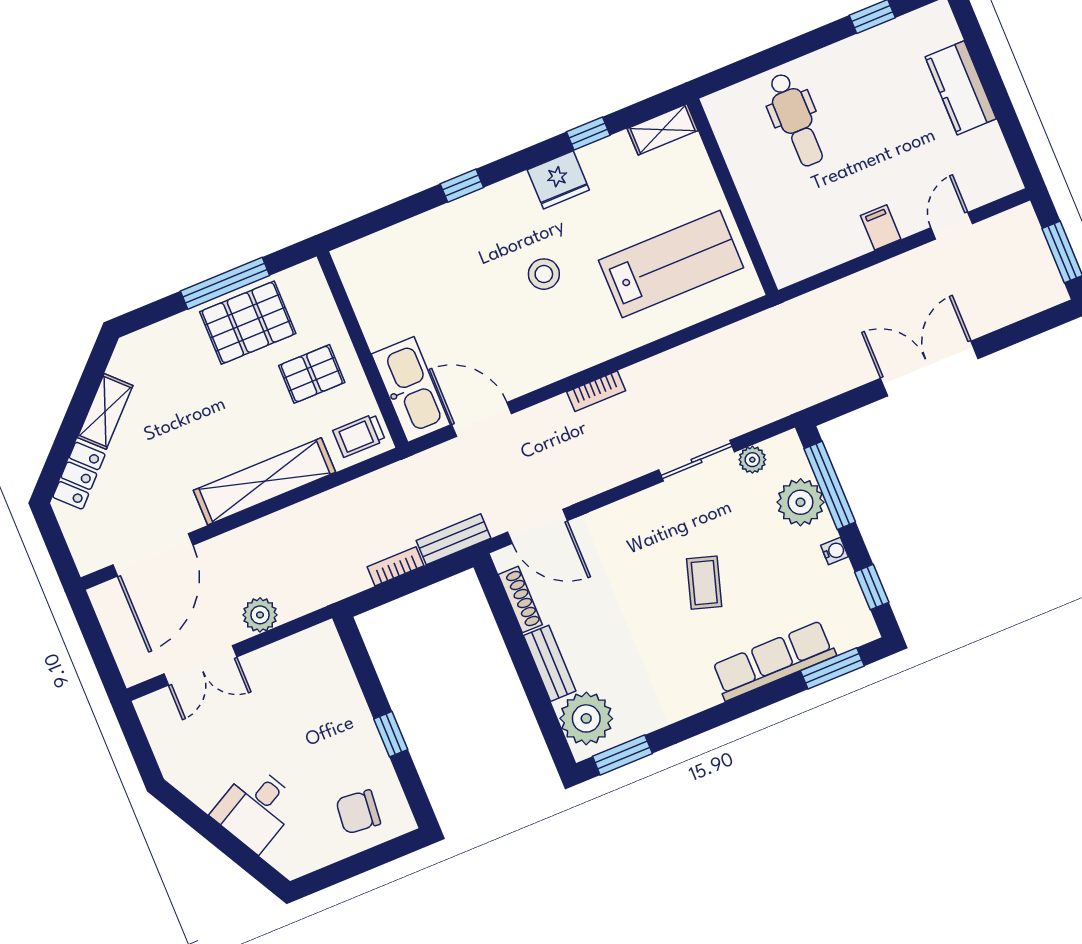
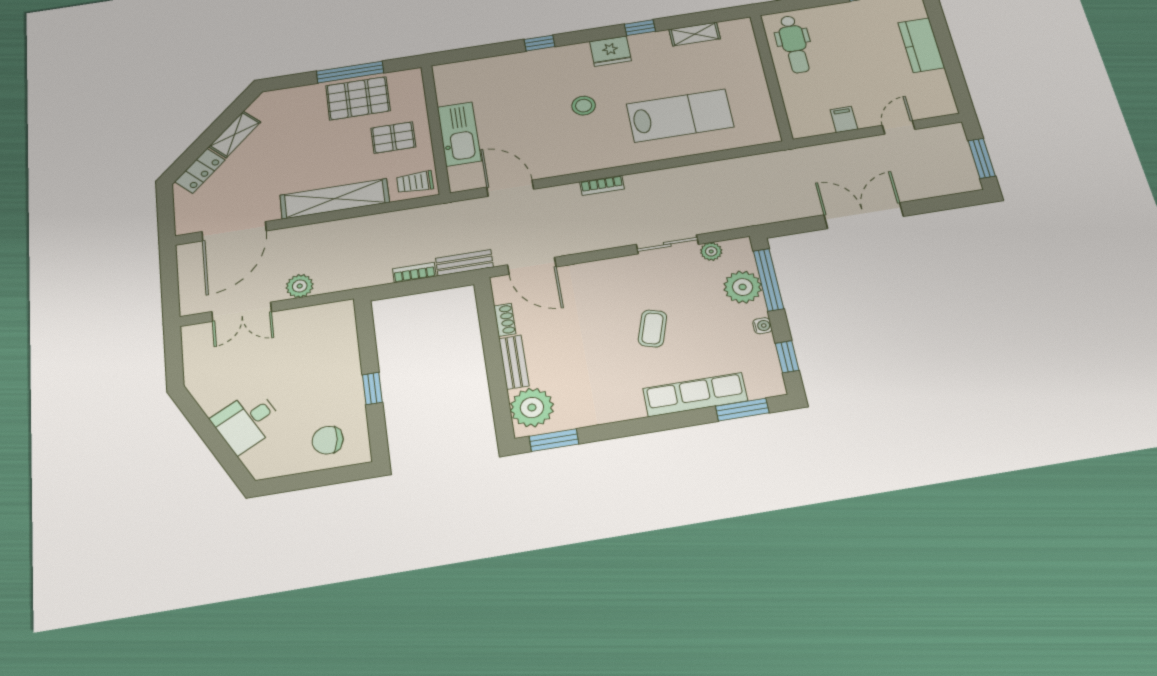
wall: (733, 197) -> (771, 77), moved
kitchen sink: (411, 389) -> (459, 134), moved
shoe rack: (520, 600) -> (505, 320), width x0.70

